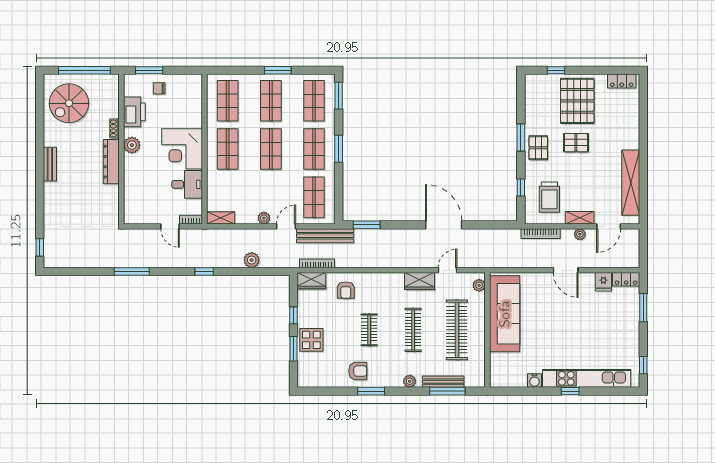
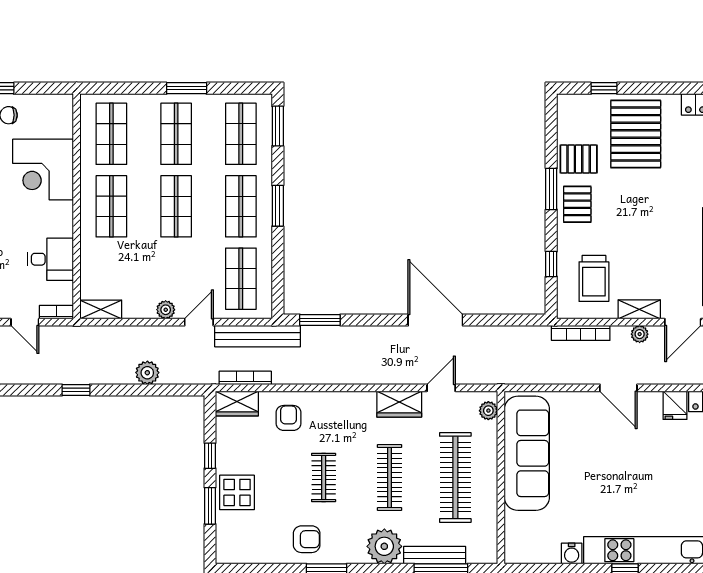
pallet: (576, 143) -> (579, 159), moved
corner desk: (182, 149) -> (43, 170), moved
armchair: (346, 290) -> (289, 418), turned 180
plant: (410, 381) -> (384, 546), width x1.88, depth x1.88

